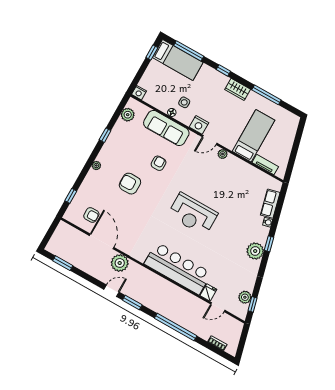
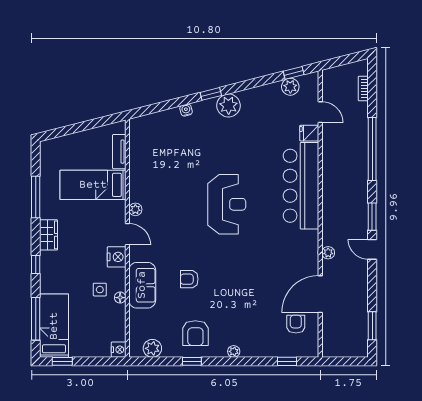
sofa: (166, 128) -> (142, 285), width x0.73
armchair: (130, 184) -> (195, 333), moved
row of seats: (270, 204) -> (162, 119), removed
plant: (120, 263) -> (328, 253), width x0.53, depth x0.53

